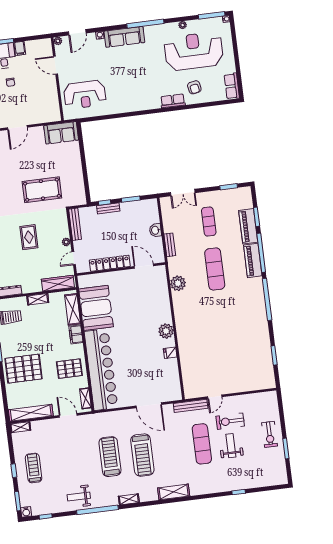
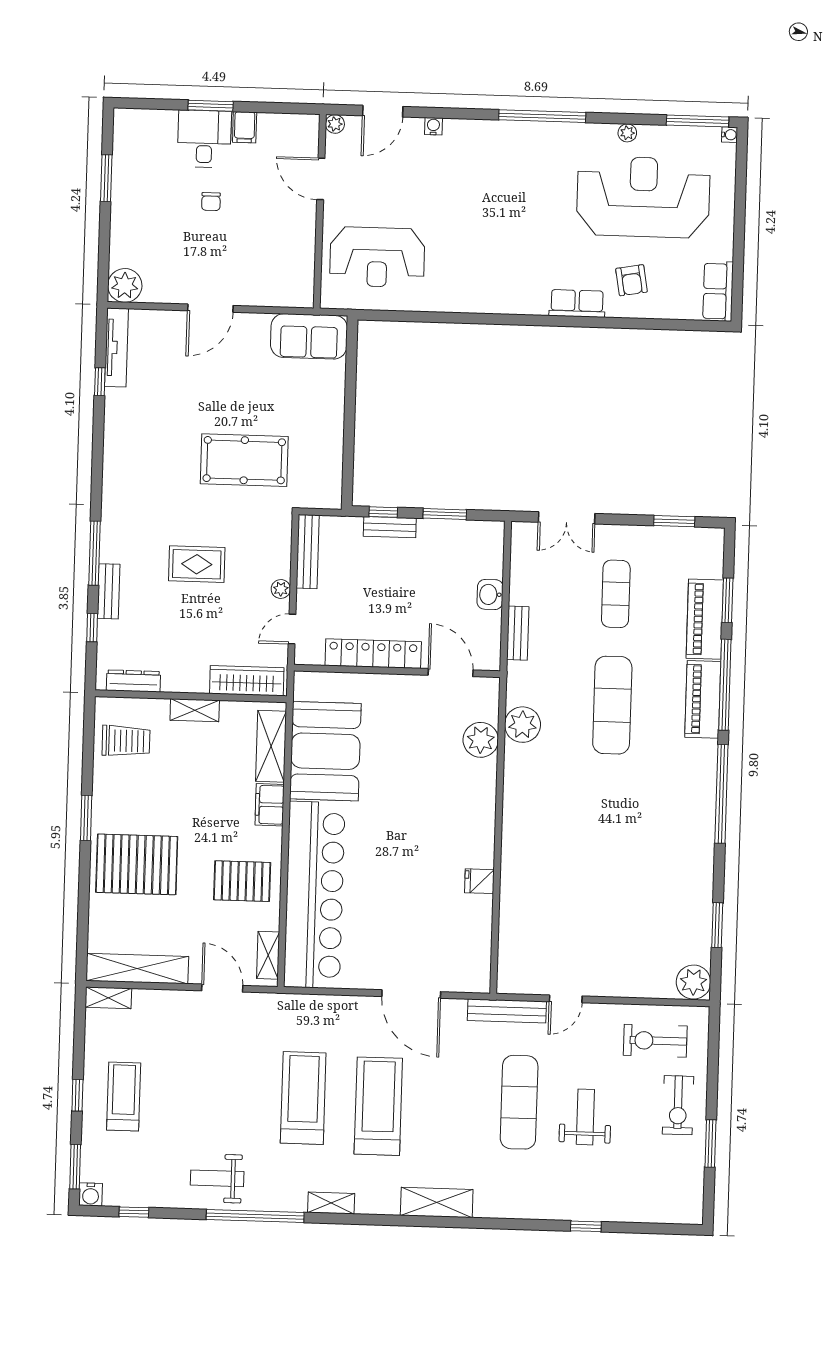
sofa: (124, 37) -> (489, 139), removed
rug: (29, 237) -> (197, 564), turned 90
plant: (166, 331) -> (481, 740), moved
plant: (268, 381) -> (693, 982), added
exercise bike: (230, 421) -> (655, 1041), moved
treadmill: (142, 455) -> (378, 1106), turned 180

